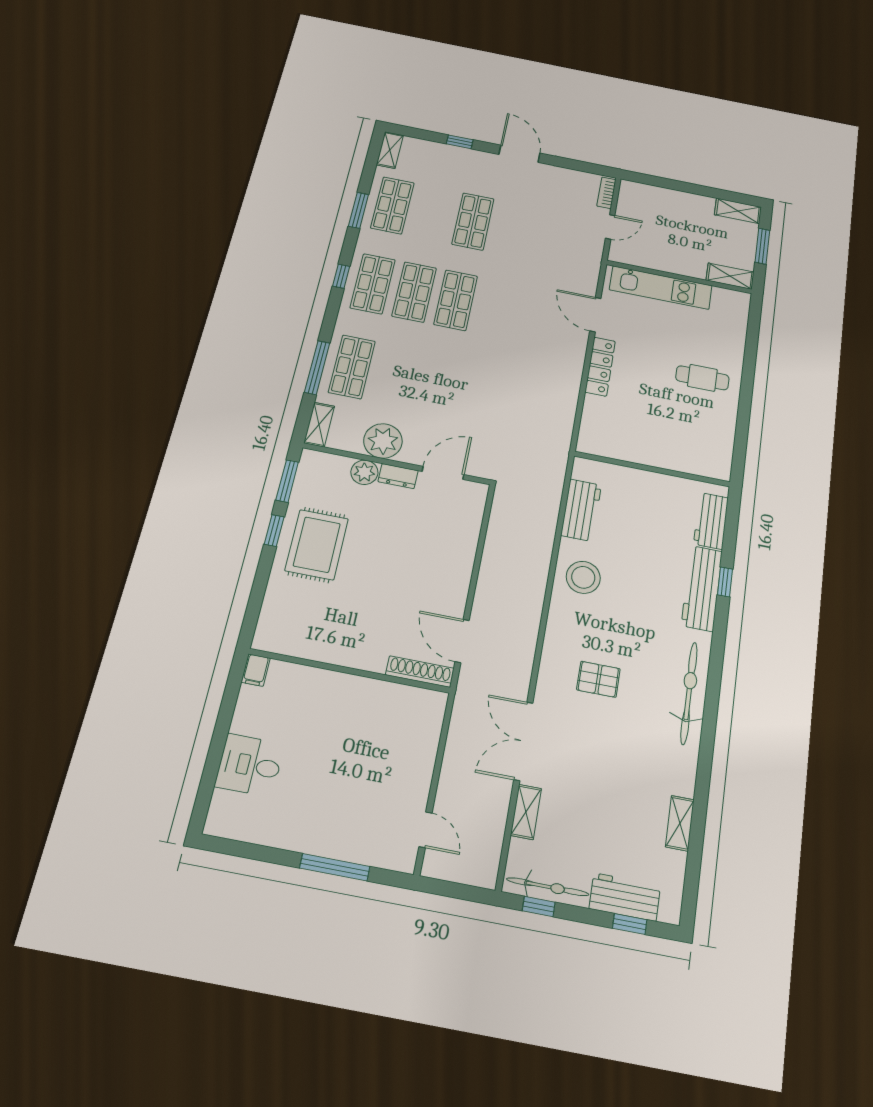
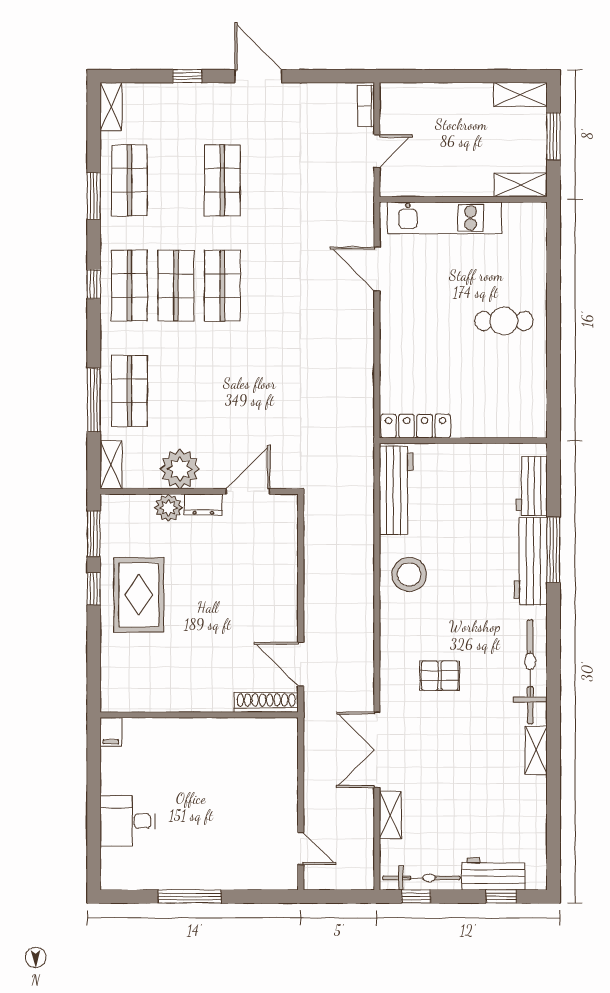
locker: (600, 367) -> (416, 426), moved, turned -90
workbench: (581, 510) -> (396, 490), width x1.38
window: (725, 582) -> (553, 550), width x2.17
shelving: (680, 823) -> (536, 750), moved
window: (335, 867) -> (190, 896), moved

